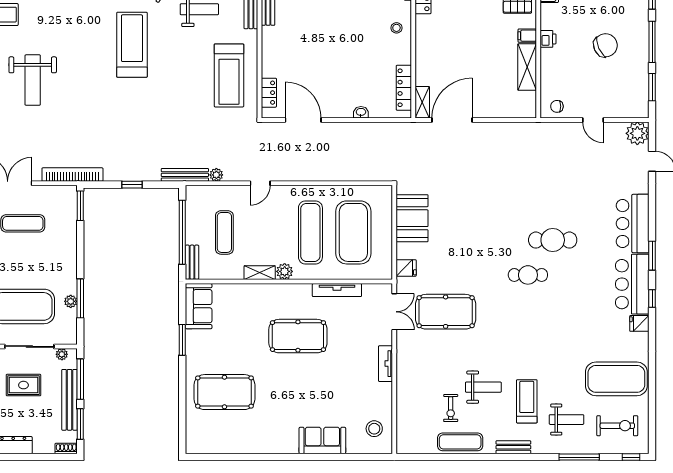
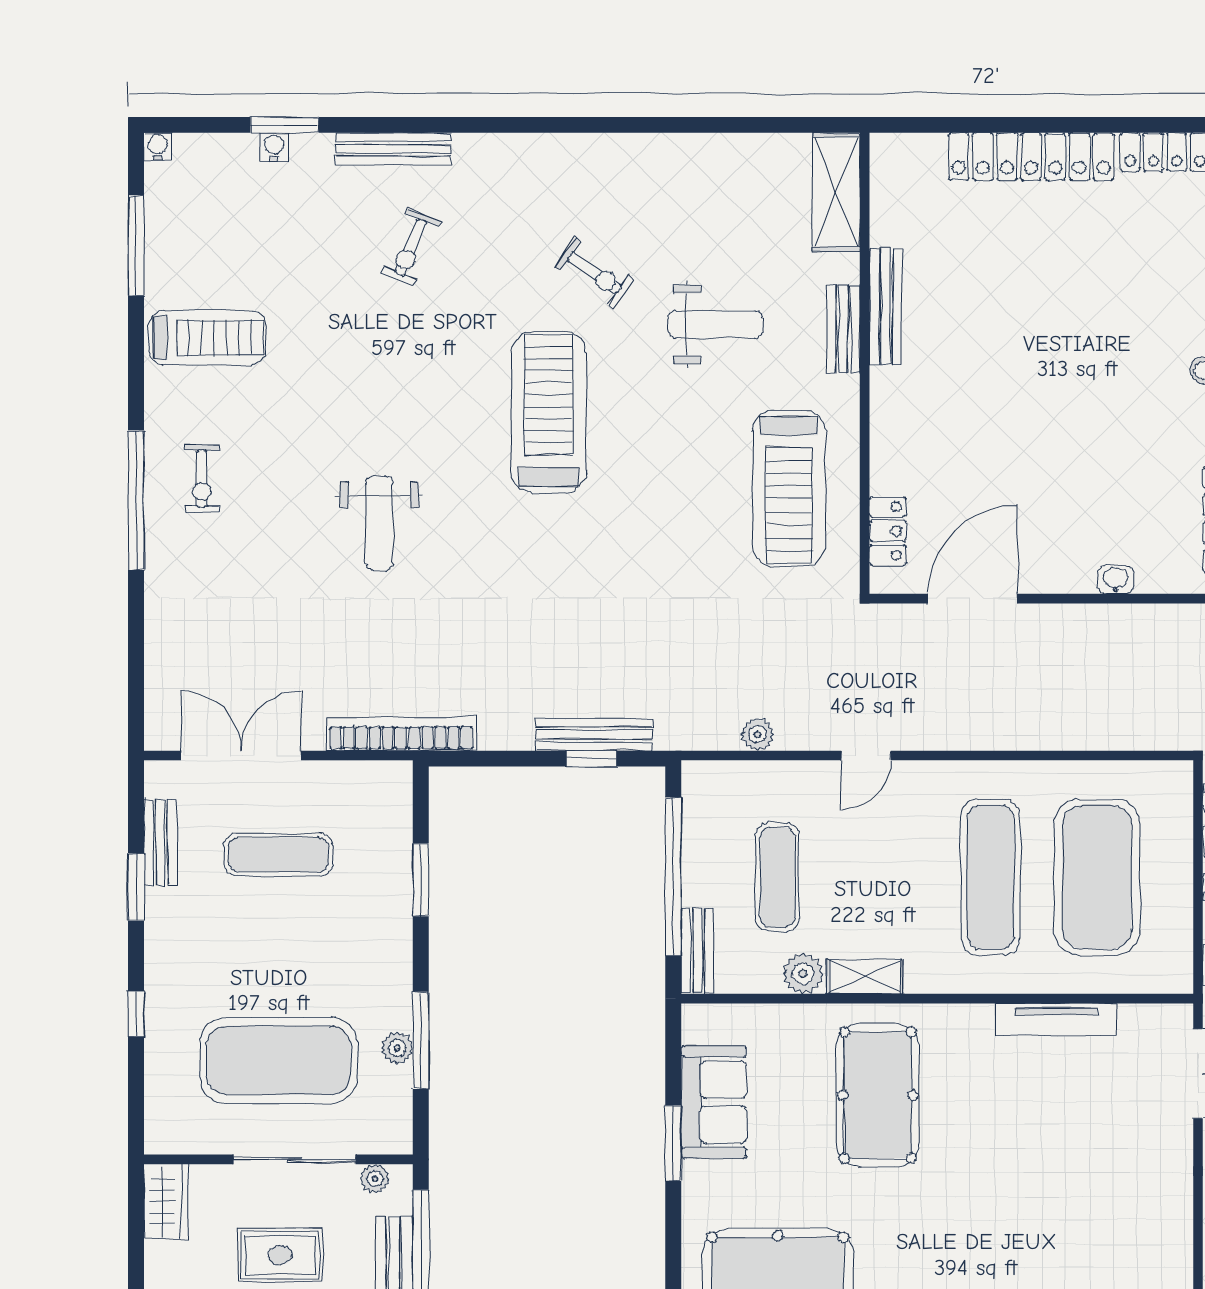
weight bench: (33, 80) -> (379, 523), moved, width x0.73, depth x0.75
door: (303, 120) -> (973, 599), hinge flipped
bench: (185, 175) -> (594, 734), moved
window: (132, 185) -> (591, 759), moved
window: (80, 206) -> (421, 880), moved
plant: (285, 271) -> (803, 974), moved
sofa: (199, 306) -> (714, 1102), moved
pool table: (298, 336) -> (878, 1095), moved, turned 90
tv unit: (385, 364) -> (1176, 1202), removed

